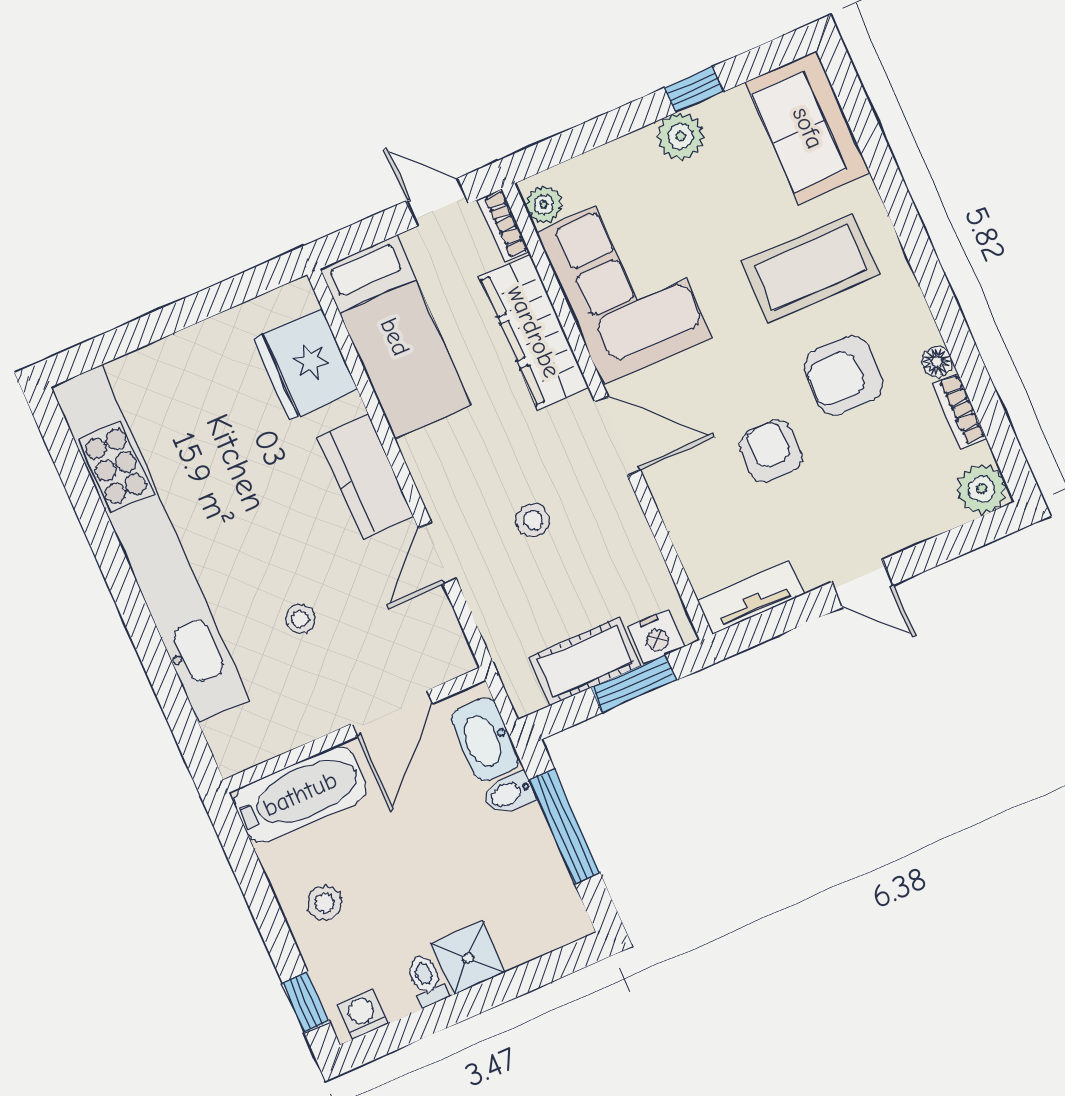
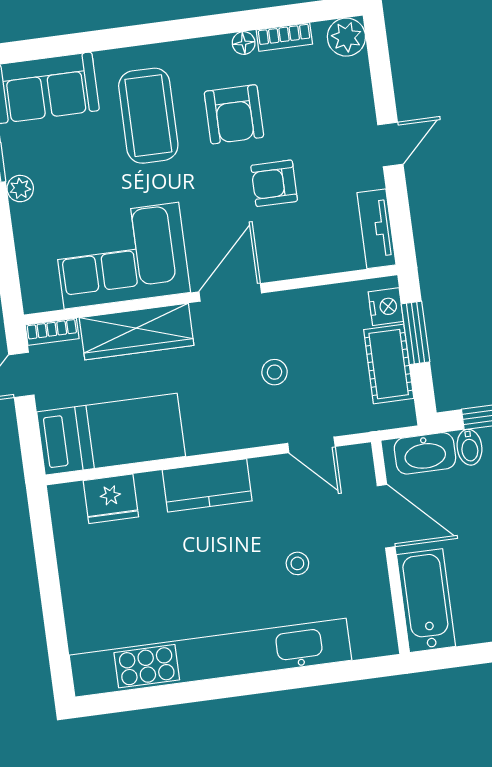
plant: (681, 136) -> (20, 189), width x0.73, depth x0.73
plant: (544, 205) -> (46, 297), removed
fridge: (305, 364) -> (111, 499), width x0.73, depth x0.75
door: (437, 553) -> (311, 445), moved

